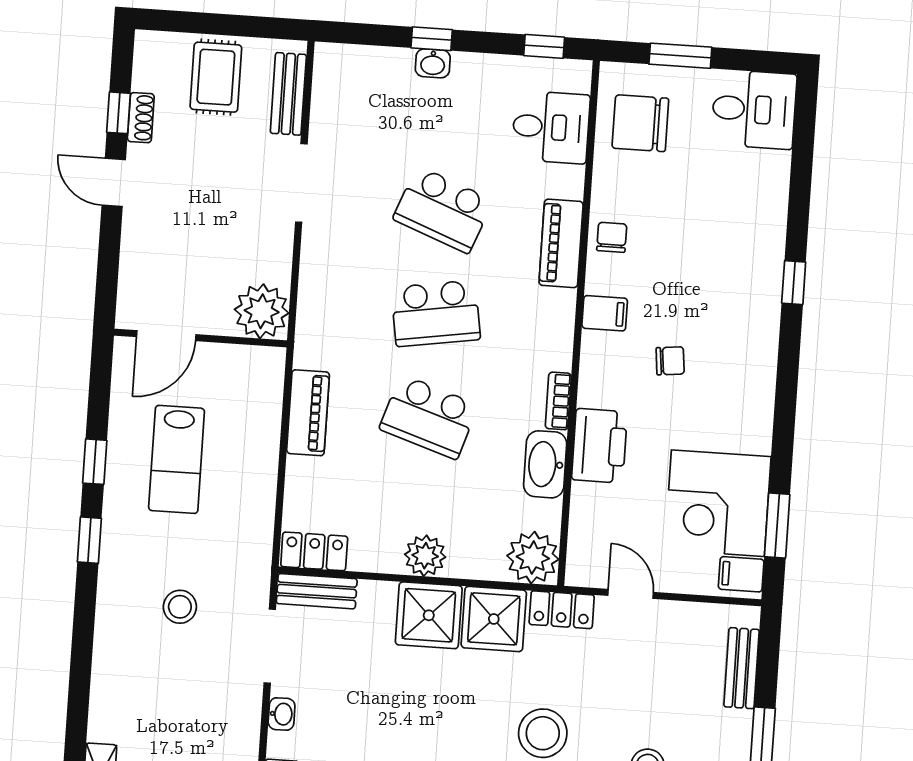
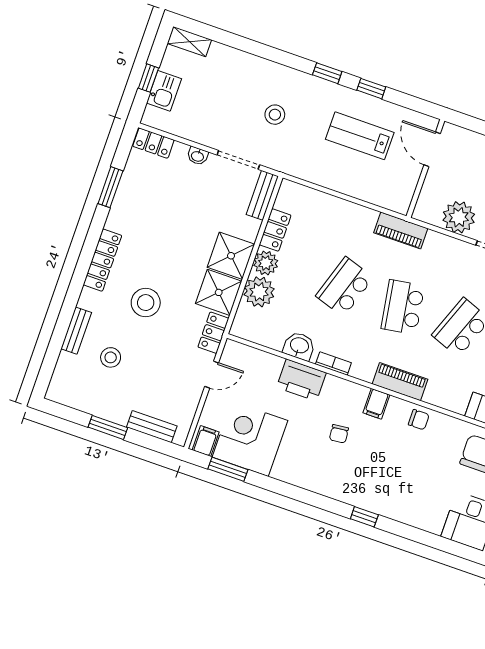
piano: (561, 243) -> (400, 382), moved
plant: (262, 311) -> (459, 217), moved
piano: (308, 413) -> (401, 230), moved
washbasin: (545, 464) -> (299, 346), width x0.72
locker: (314, 551) -> (275, 230), moved
plant: (533, 558) -> (259, 292), moved

